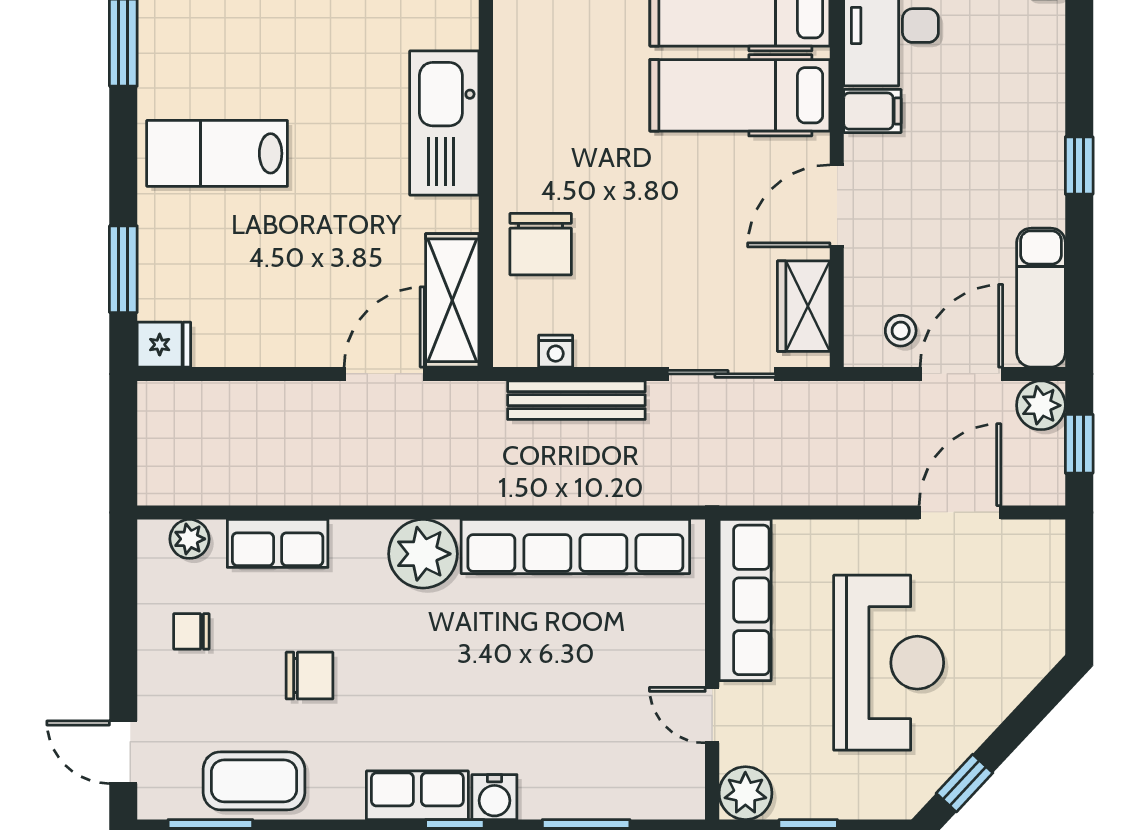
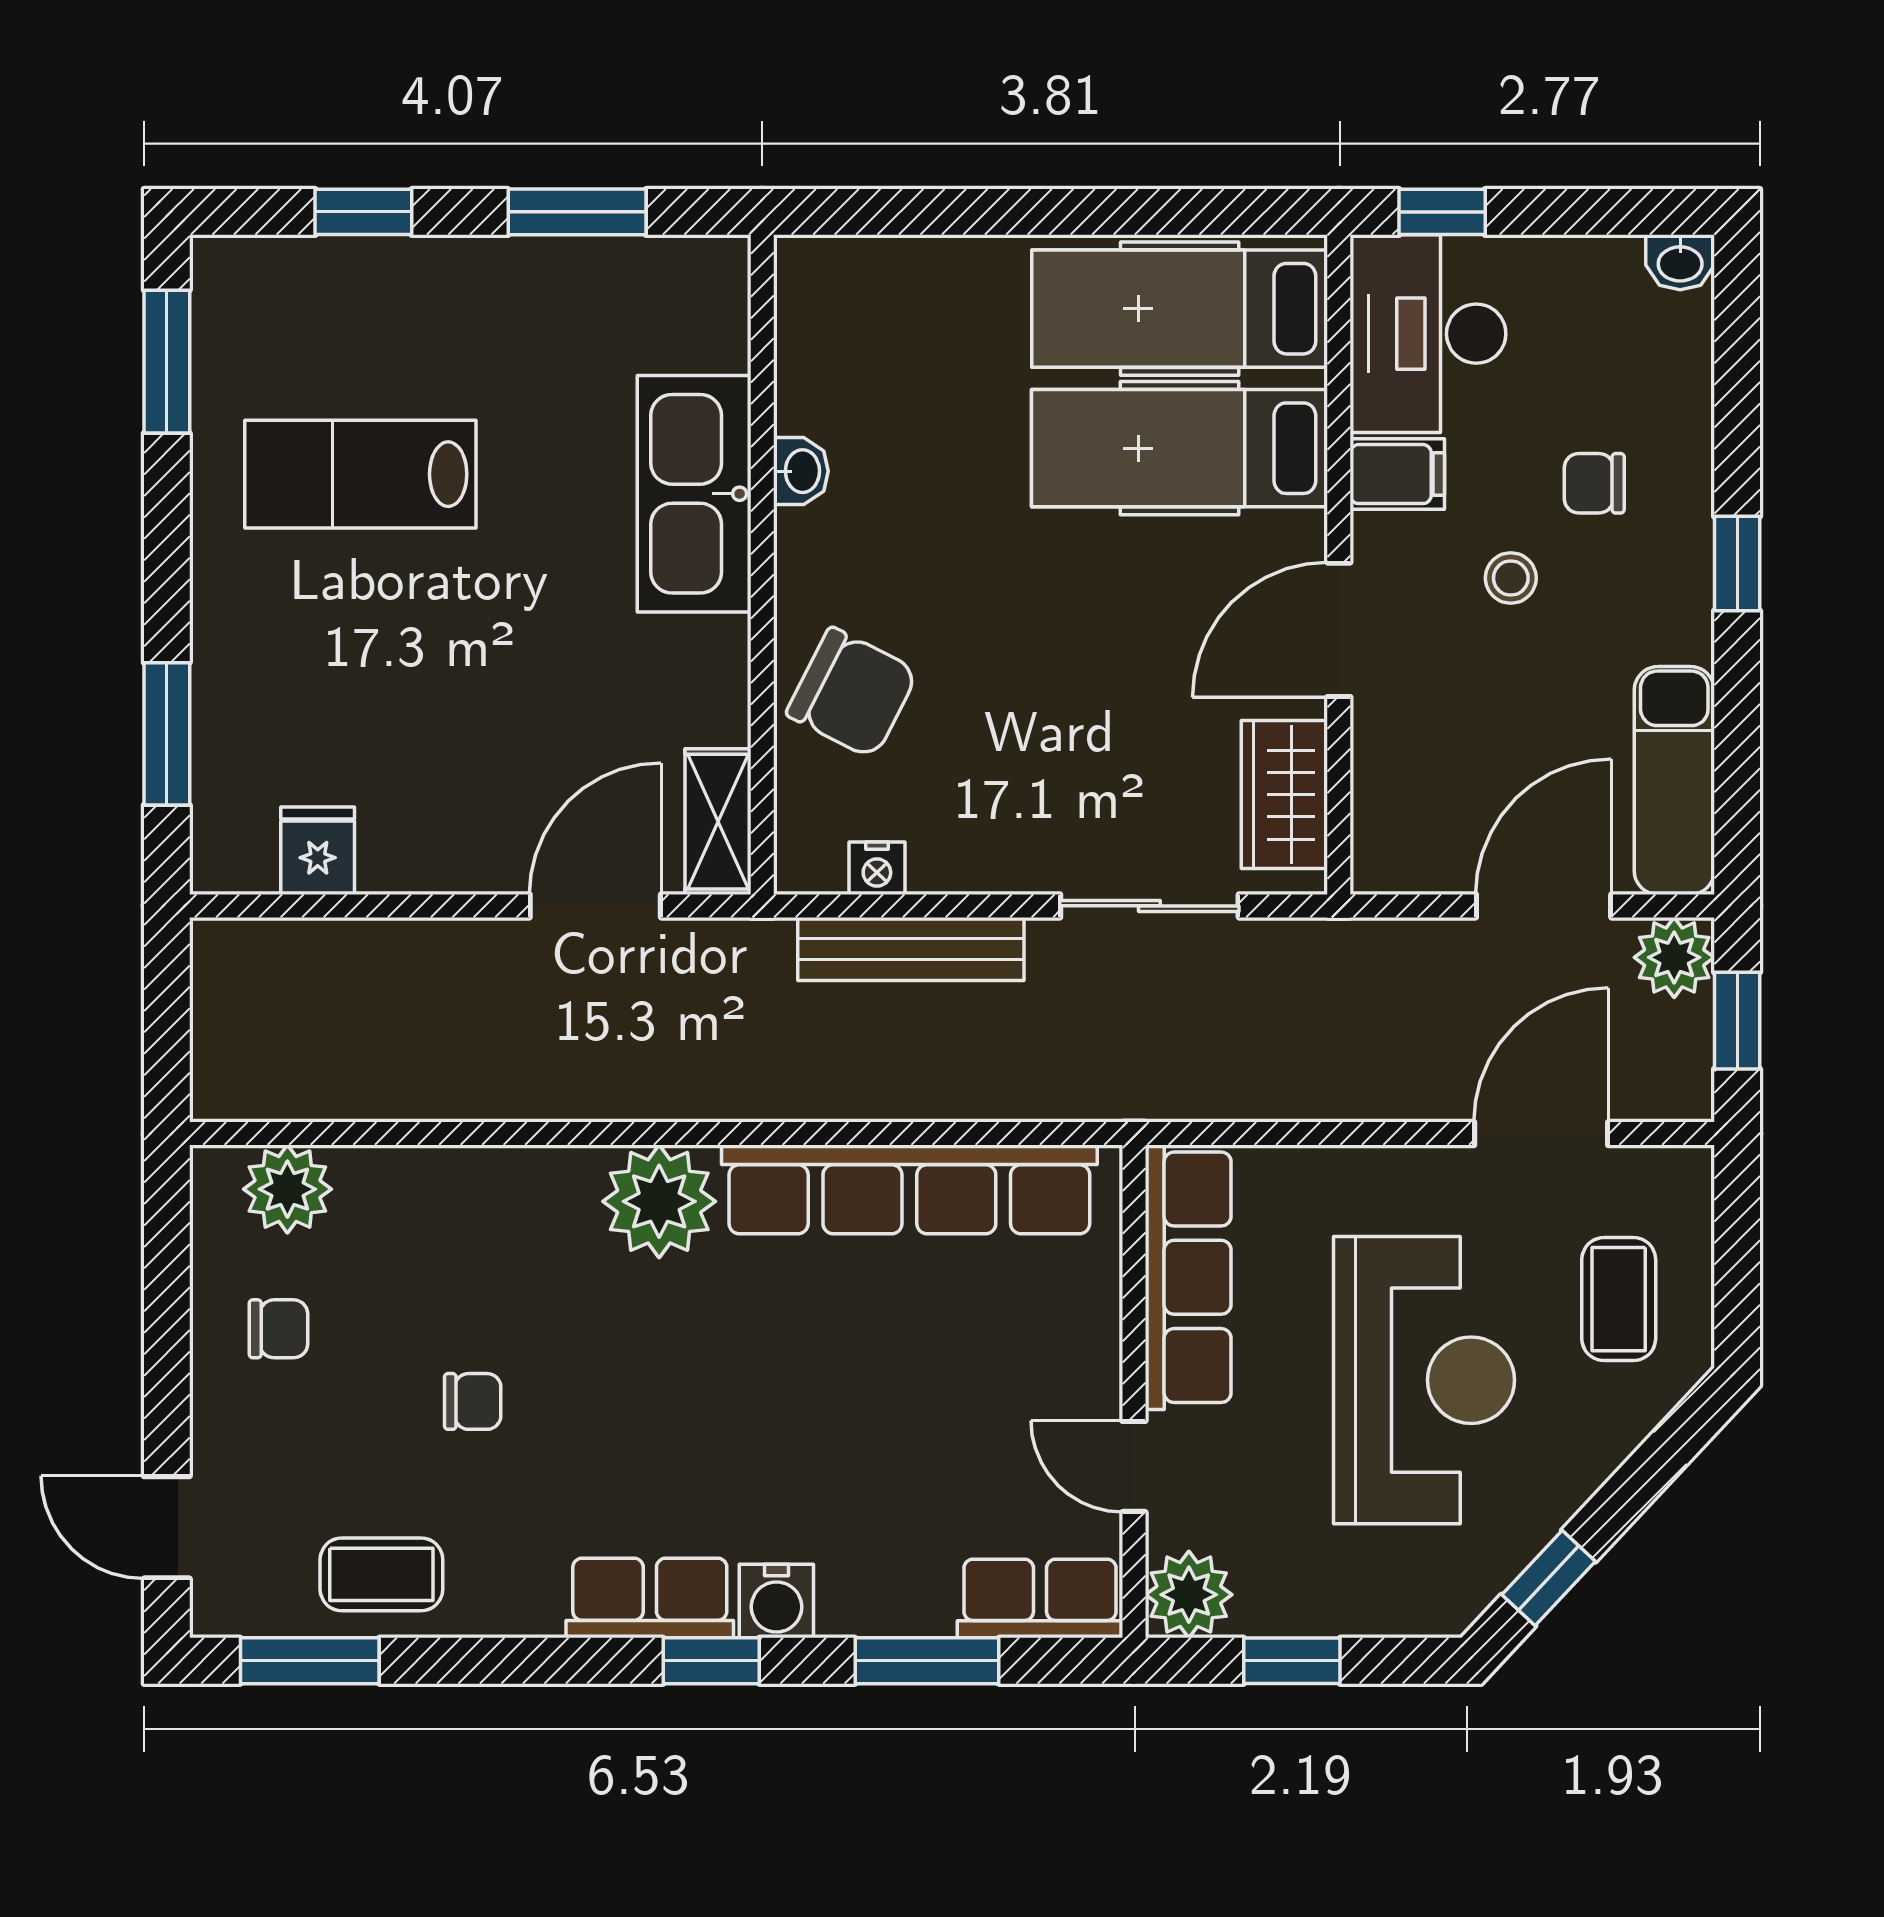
washbasin: (509, 109) -> (801, 471), added
chair: (992, 117) -> (1594, 483), added
lab bench: (217, 153) -> (360, 474), moved
chair: (541, 244) -> (852, 693), turned -63
shelving: (452, 300) -> (718, 822), width x0.67, depth x0.75
stool: (901, 331) -> (1511, 578), moved
fridge: (164, 345) -> (318, 851), moved, turned -90
plant: (189, 539) -> (287, 1189), width x1.38, depth x1.38
row of seats: (278, 543) -> (1040, 1598), moved, turned 180
coffee table: (1007, 613) -> (1619, 1299), added
chair: (191, 631) -> (279, 1329), turned 180
chair: (310, 676) -> (473, 1401), width x0.73, depth x0.73
coffee table: (254, 781) -> (381, 1574), width x0.73, depth x0.77

